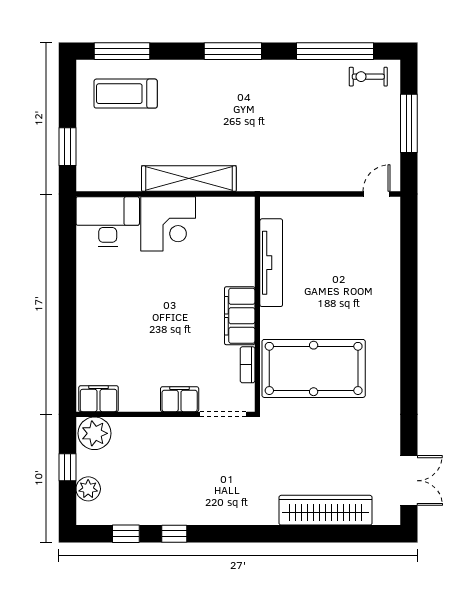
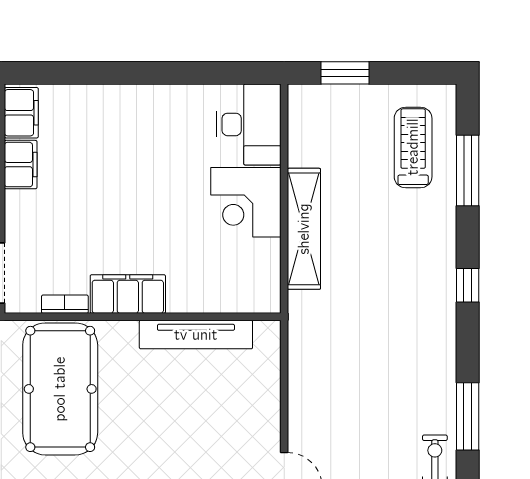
window: (122, 51) -> (468, 171), moved
window: (233, 51) -> (468, 285), width x0.46
window: (335, 51) -> (468, 416), width x0.68
filing cabinet: (180, 399) -> (21, 165), moved

